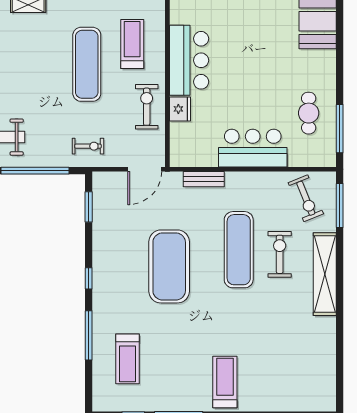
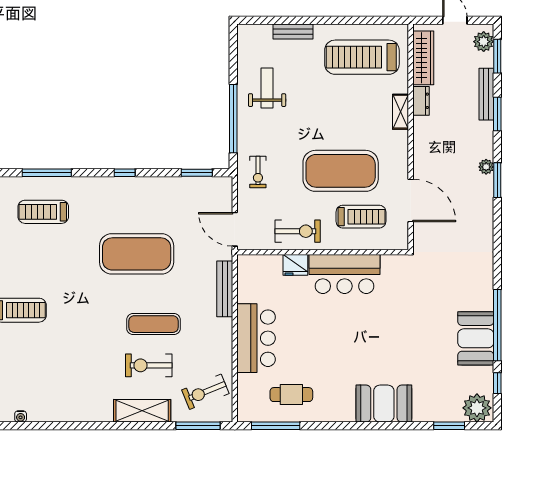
exercise mat: (87, 64) -> (341, 171), width x1.47
bench: (204, 179) -> (225, 289), width x1.36
exercise mat: (239, 250) -> (154, 324), width x0.73, depth x0.69
exercise bike: (280, 254) -> (149, 365), turned 180
shelving: (325, 274) -> (142, 411), width x0.68
window: (89, 335) -> (47, 173), moved
water cooler: (330, 382) -> (21, 416), added

